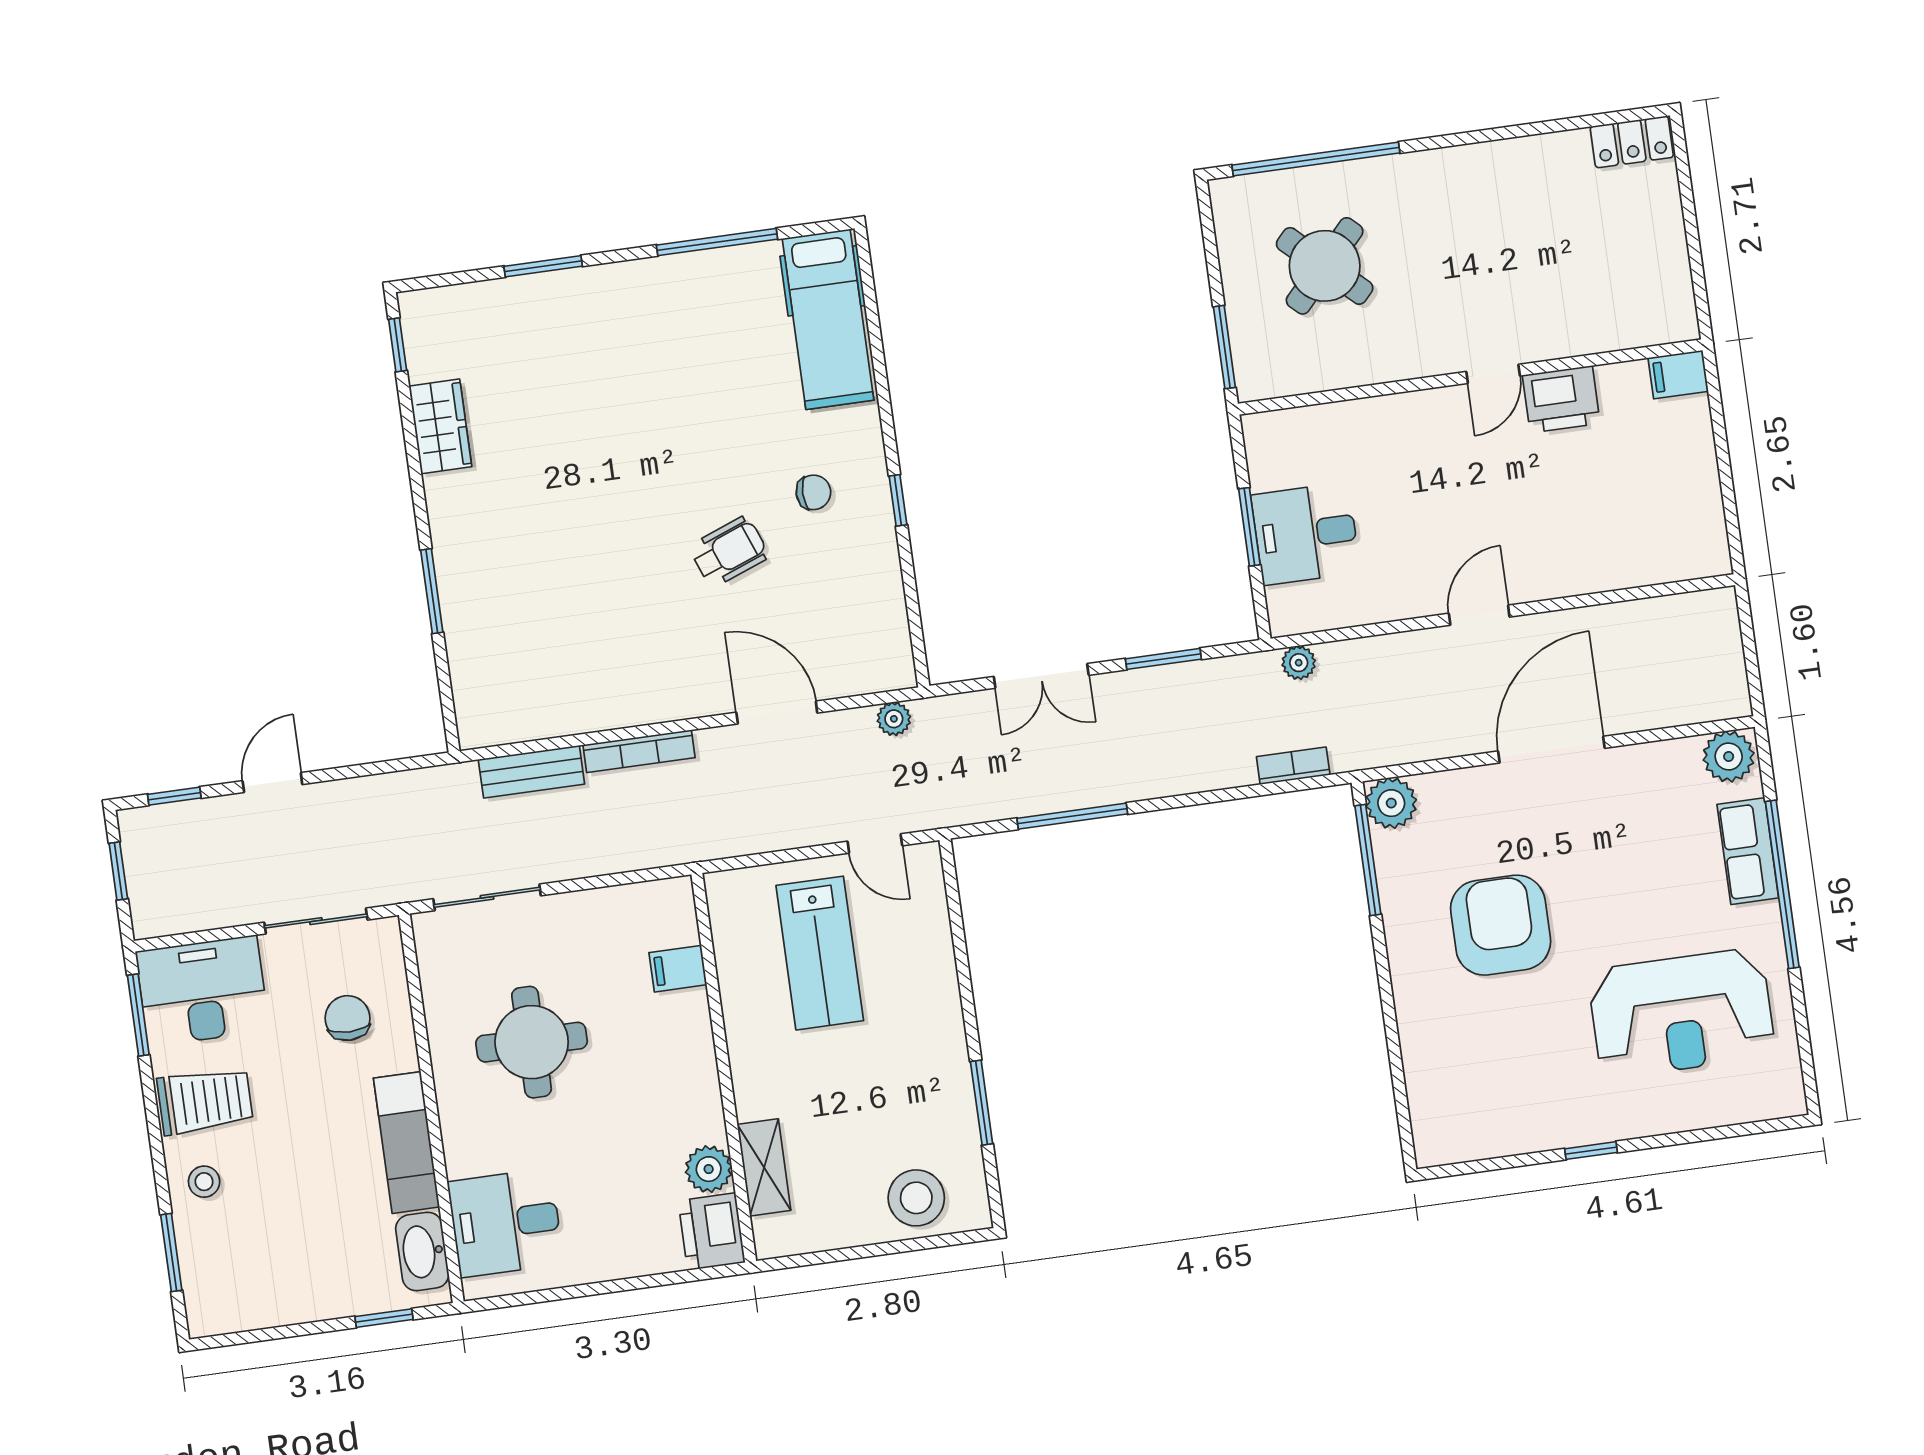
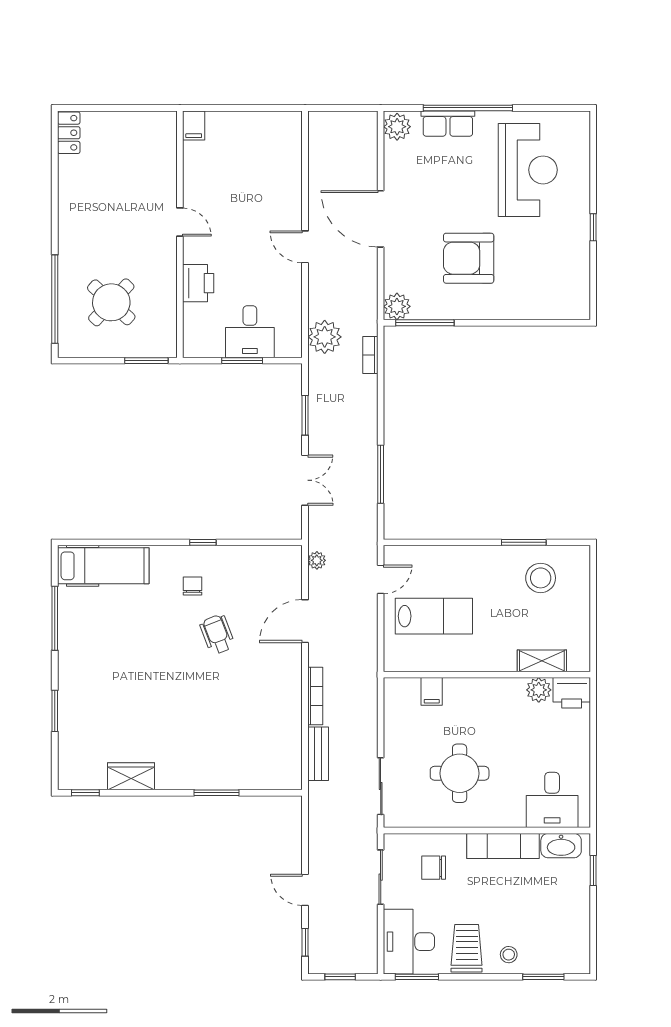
printer: (1561, 399) -> (198, 283), moved
plant: (1299, 663) -> (325, 337), width x1.88, depth x1.88
stool: (916, 1198) -> (541, 578), moved

